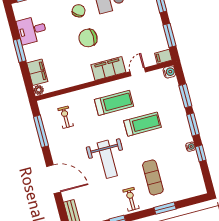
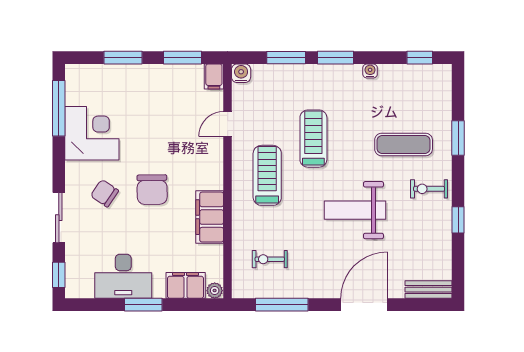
desk: (32, 30) -> (123, 276), width x1.37
filing cabinet: (108, 68) -> (210, 217), moved
door: (138, 72) -> (228, 124), hinge flipped
window: (201, 153) -> (420, 58), moved
weight bench: (107, 159) -> (355, 210), turned 180

